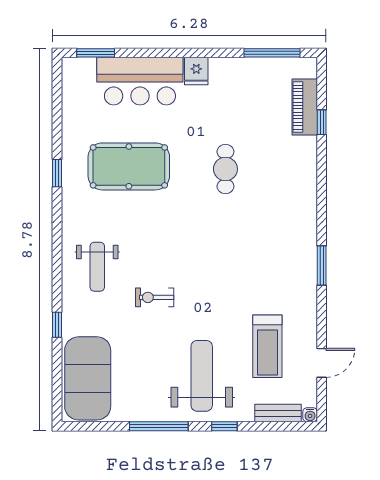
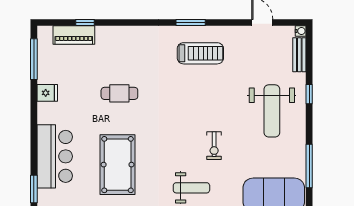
fridge: (196, 71) -> (47, 93), moved
treadmill: (267, 346) -> (200, 53), moved
weight bench: (202, 376) -> (272, 111), turned -90
window: (159, 426) -> (309, 166), moved

